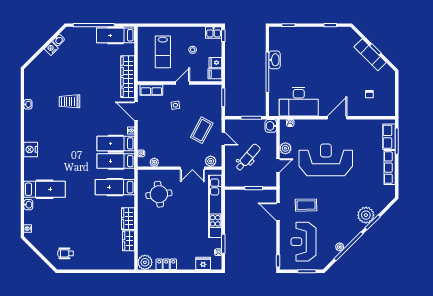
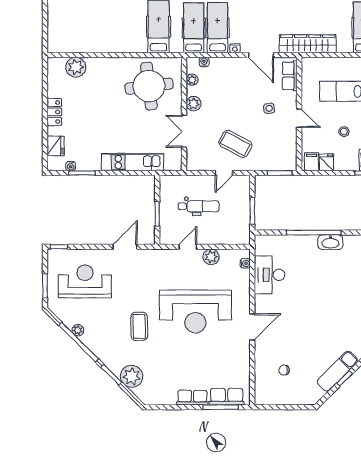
desk: (299, 102) -> (270, 275), width x0.73, depth x0.77
door: (136, 111) -> (261, 55), swing flipped
door: (337, 118) -> (252, 327), hinge flipped
washbasin: (271, 126) -> (241, 237), removed
dental chair: (248, 157) -> (199, 206), turned -40
reception desk: (326, 160) -> (195, 311), turned 90
plant: (211, 161) -> (194, 104), moved
door: (278, 165) -> (188, 247), swing flipped
row of seats: (390, 168) -> (192, 398), width x0.68
round table: (159, 194) -> (149, 86), width x1.36, depth x1.36
coffee table: (306, 205) -> (139, 326), moved
kitchen unit: (215, 206) -> (132, 162), width x0.73
plant: (366, 215) -> (132, 376), moved
wardrobe: (128, 219) -> (116, 44), removed
wardrobe: (129, 241) -> (86, 45), removed
plant: (145, 262) -> (76, 67), moved
locker: (166, 264) -> (54, 112), moved

